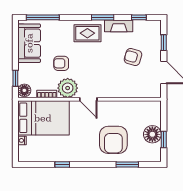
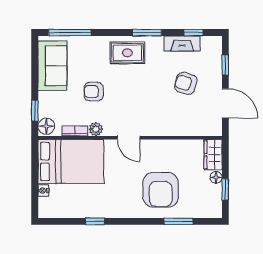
fireplace: (119, 26) -> (182, 43), moved
plant: (68, 88) -> (96, 129), width x0.53, depth x0.53
wardrobe: (154, 113) -> (213, 155), added
floor lamp: (152, 134) -> (216, 177), width x0.53, depth x0.53

